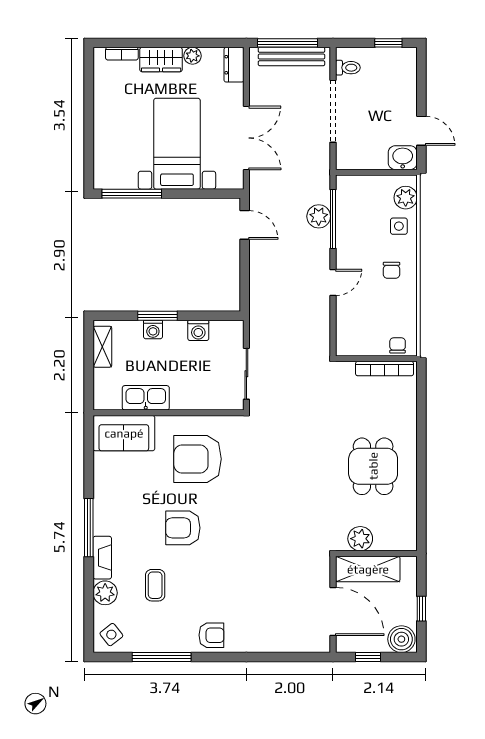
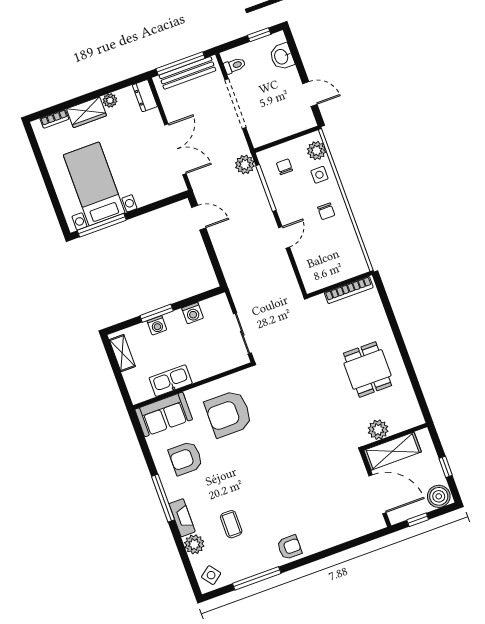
bed with nightstands: (177, 144) -> (94, 184), moved
washbasin: (403, 158) -> (282, 57), moved, turned -90
plant: (319, 216) -> (245, 165), moved
chair: (398, 345) -> (284, 167), moved
armchair: (183, 528) -> (186, 458), moved

